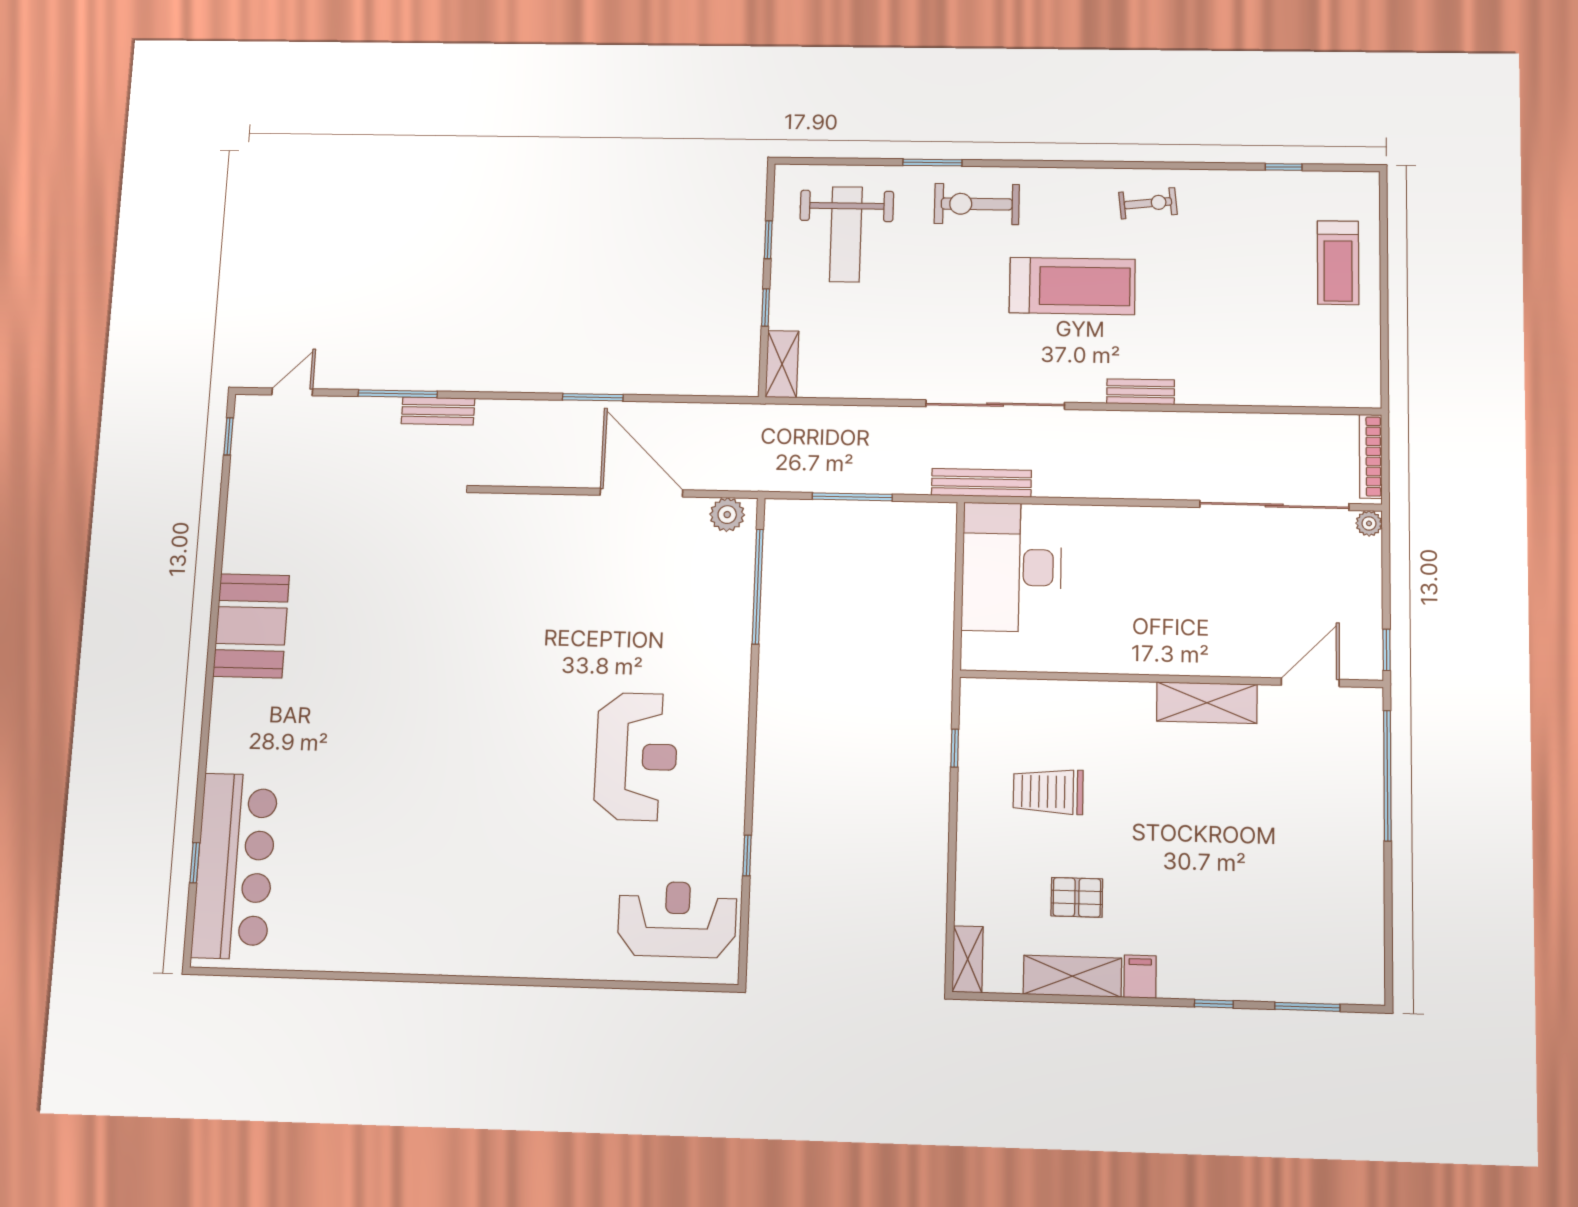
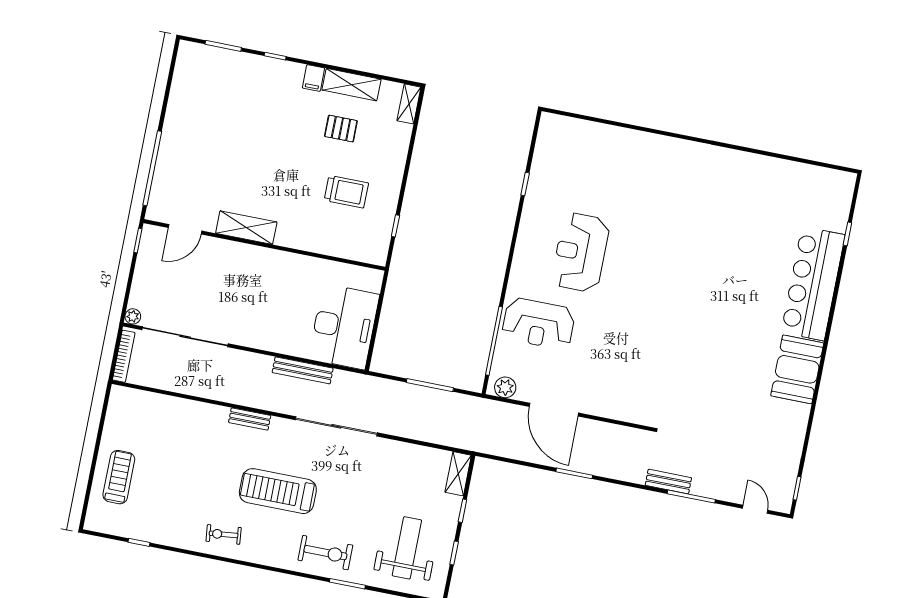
door: (292, 392) -> (755, 509), swing flipped
bench: (981, 483) -> (303, 370), moved
bar counter: (235, 866) -> (813, 284), moved
reception desk: (677, 919) -> (538, 324), moved

